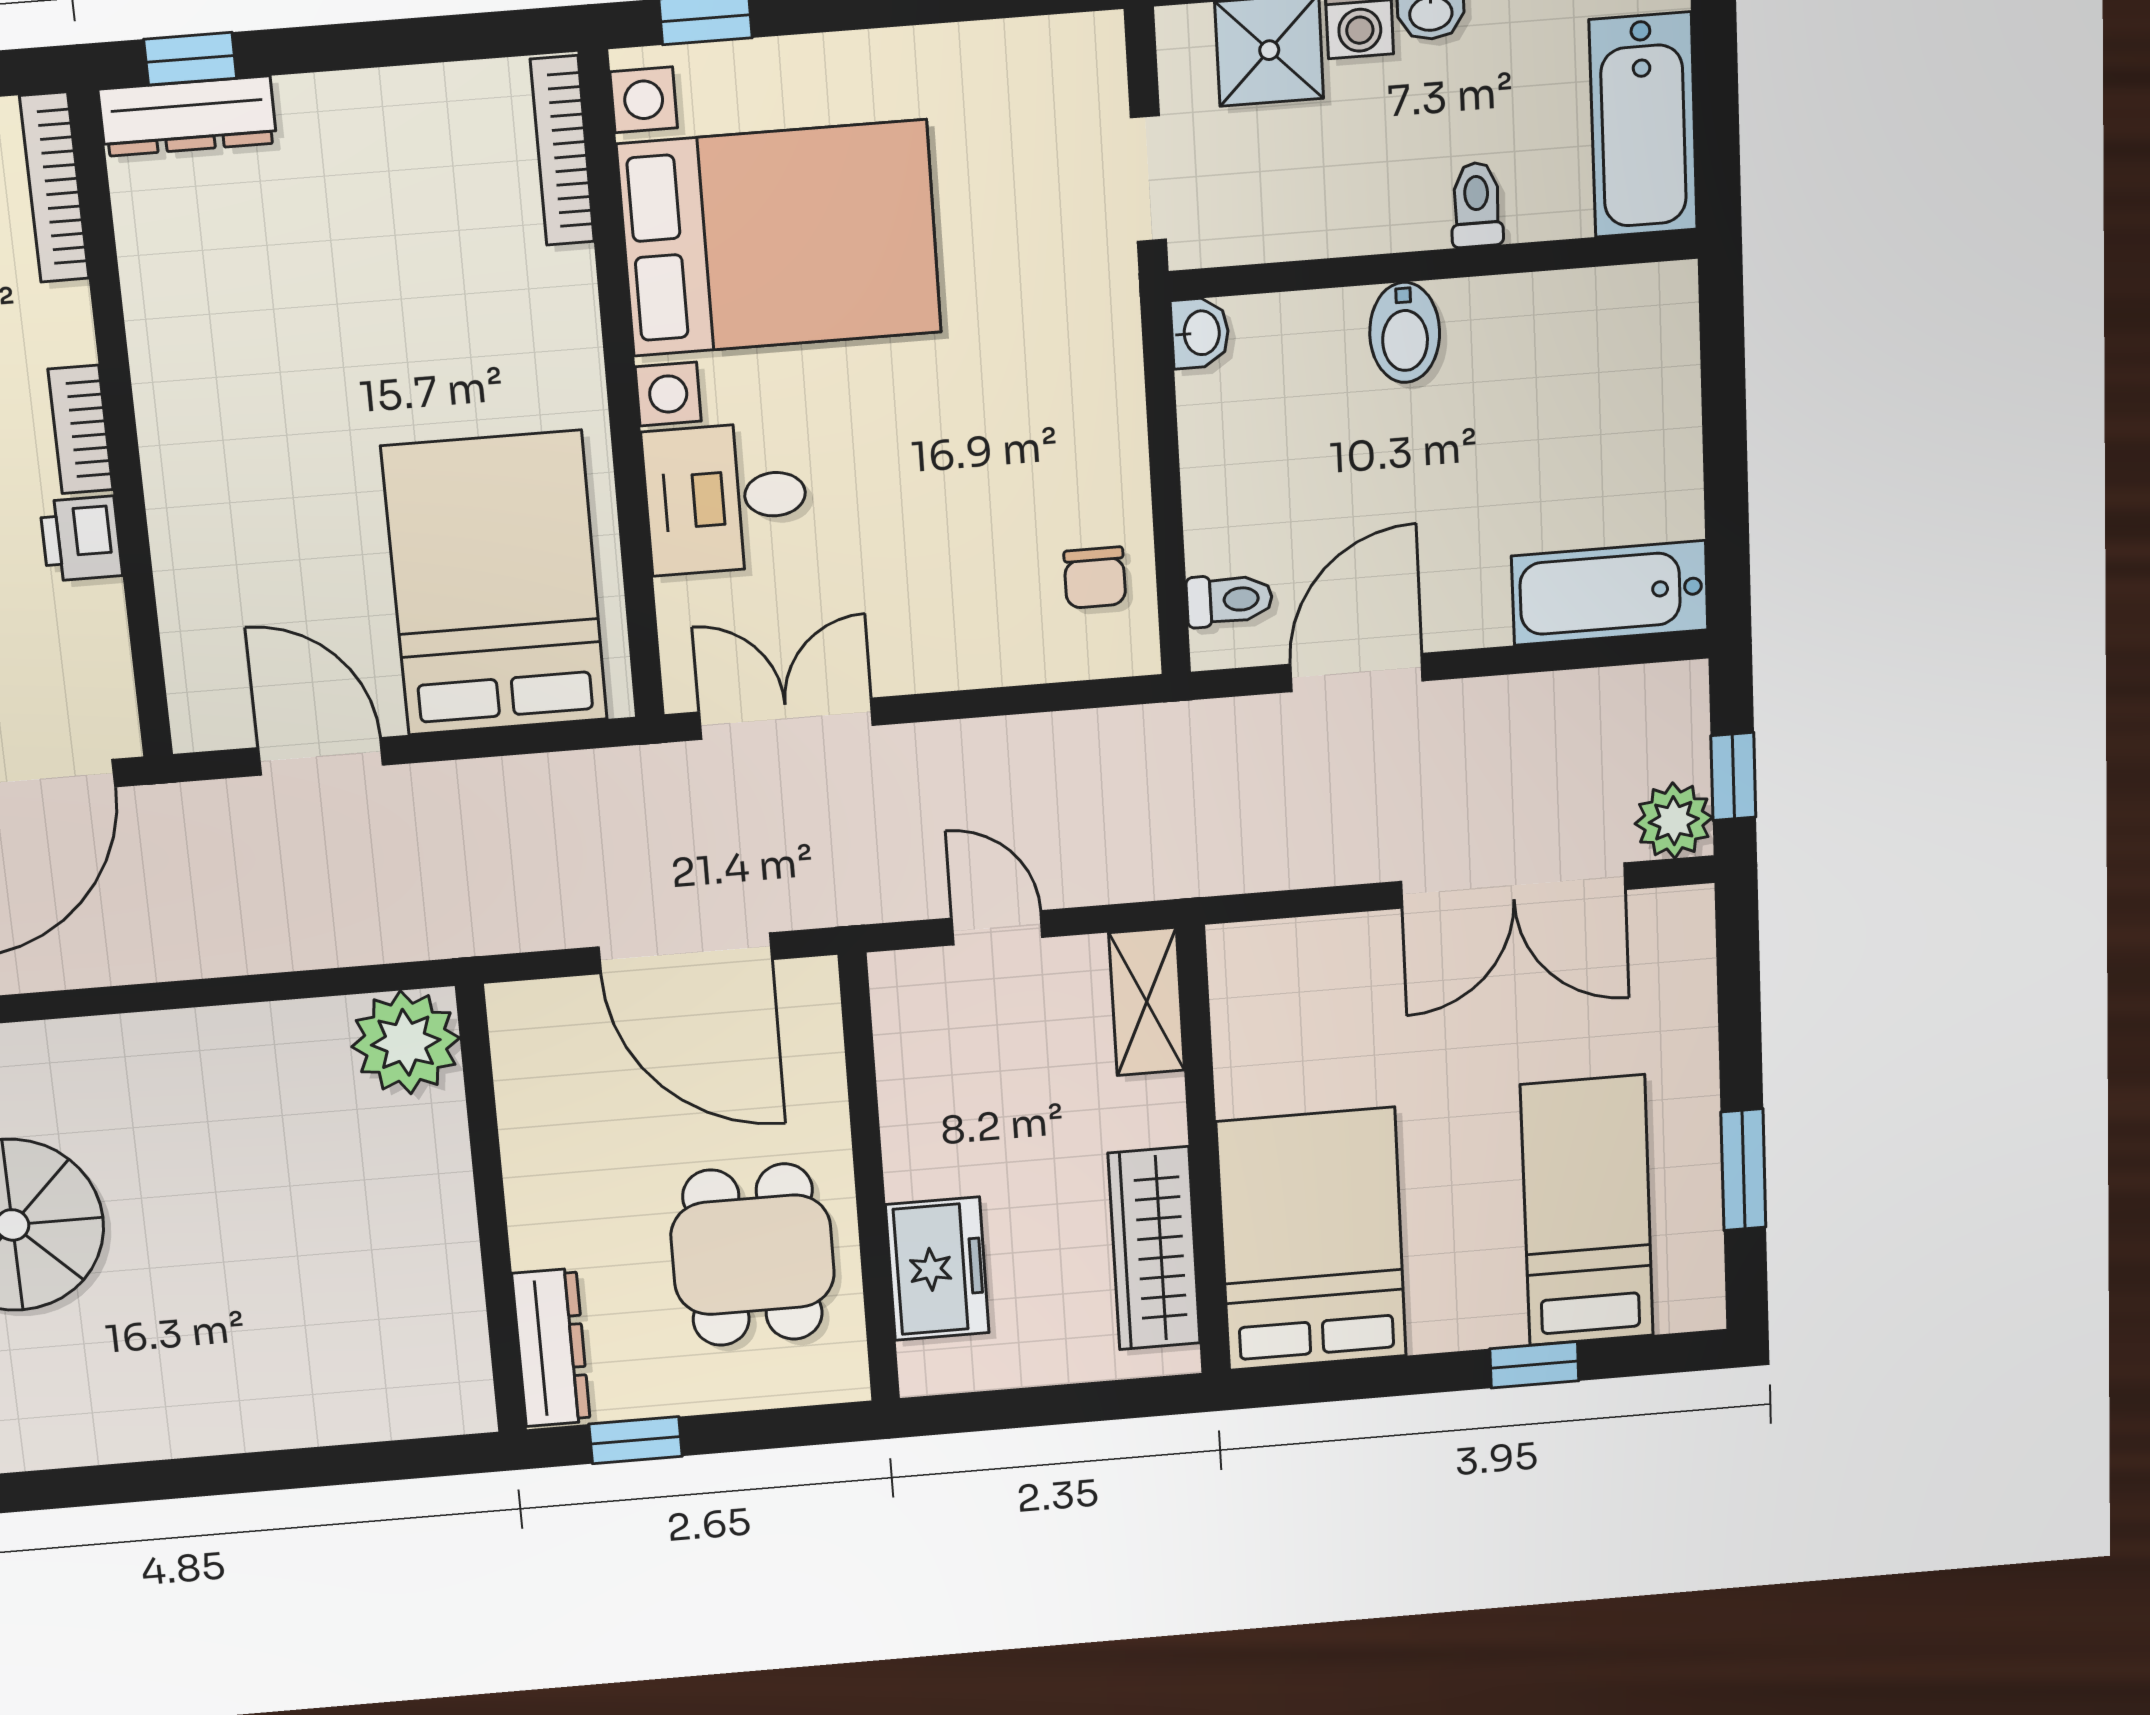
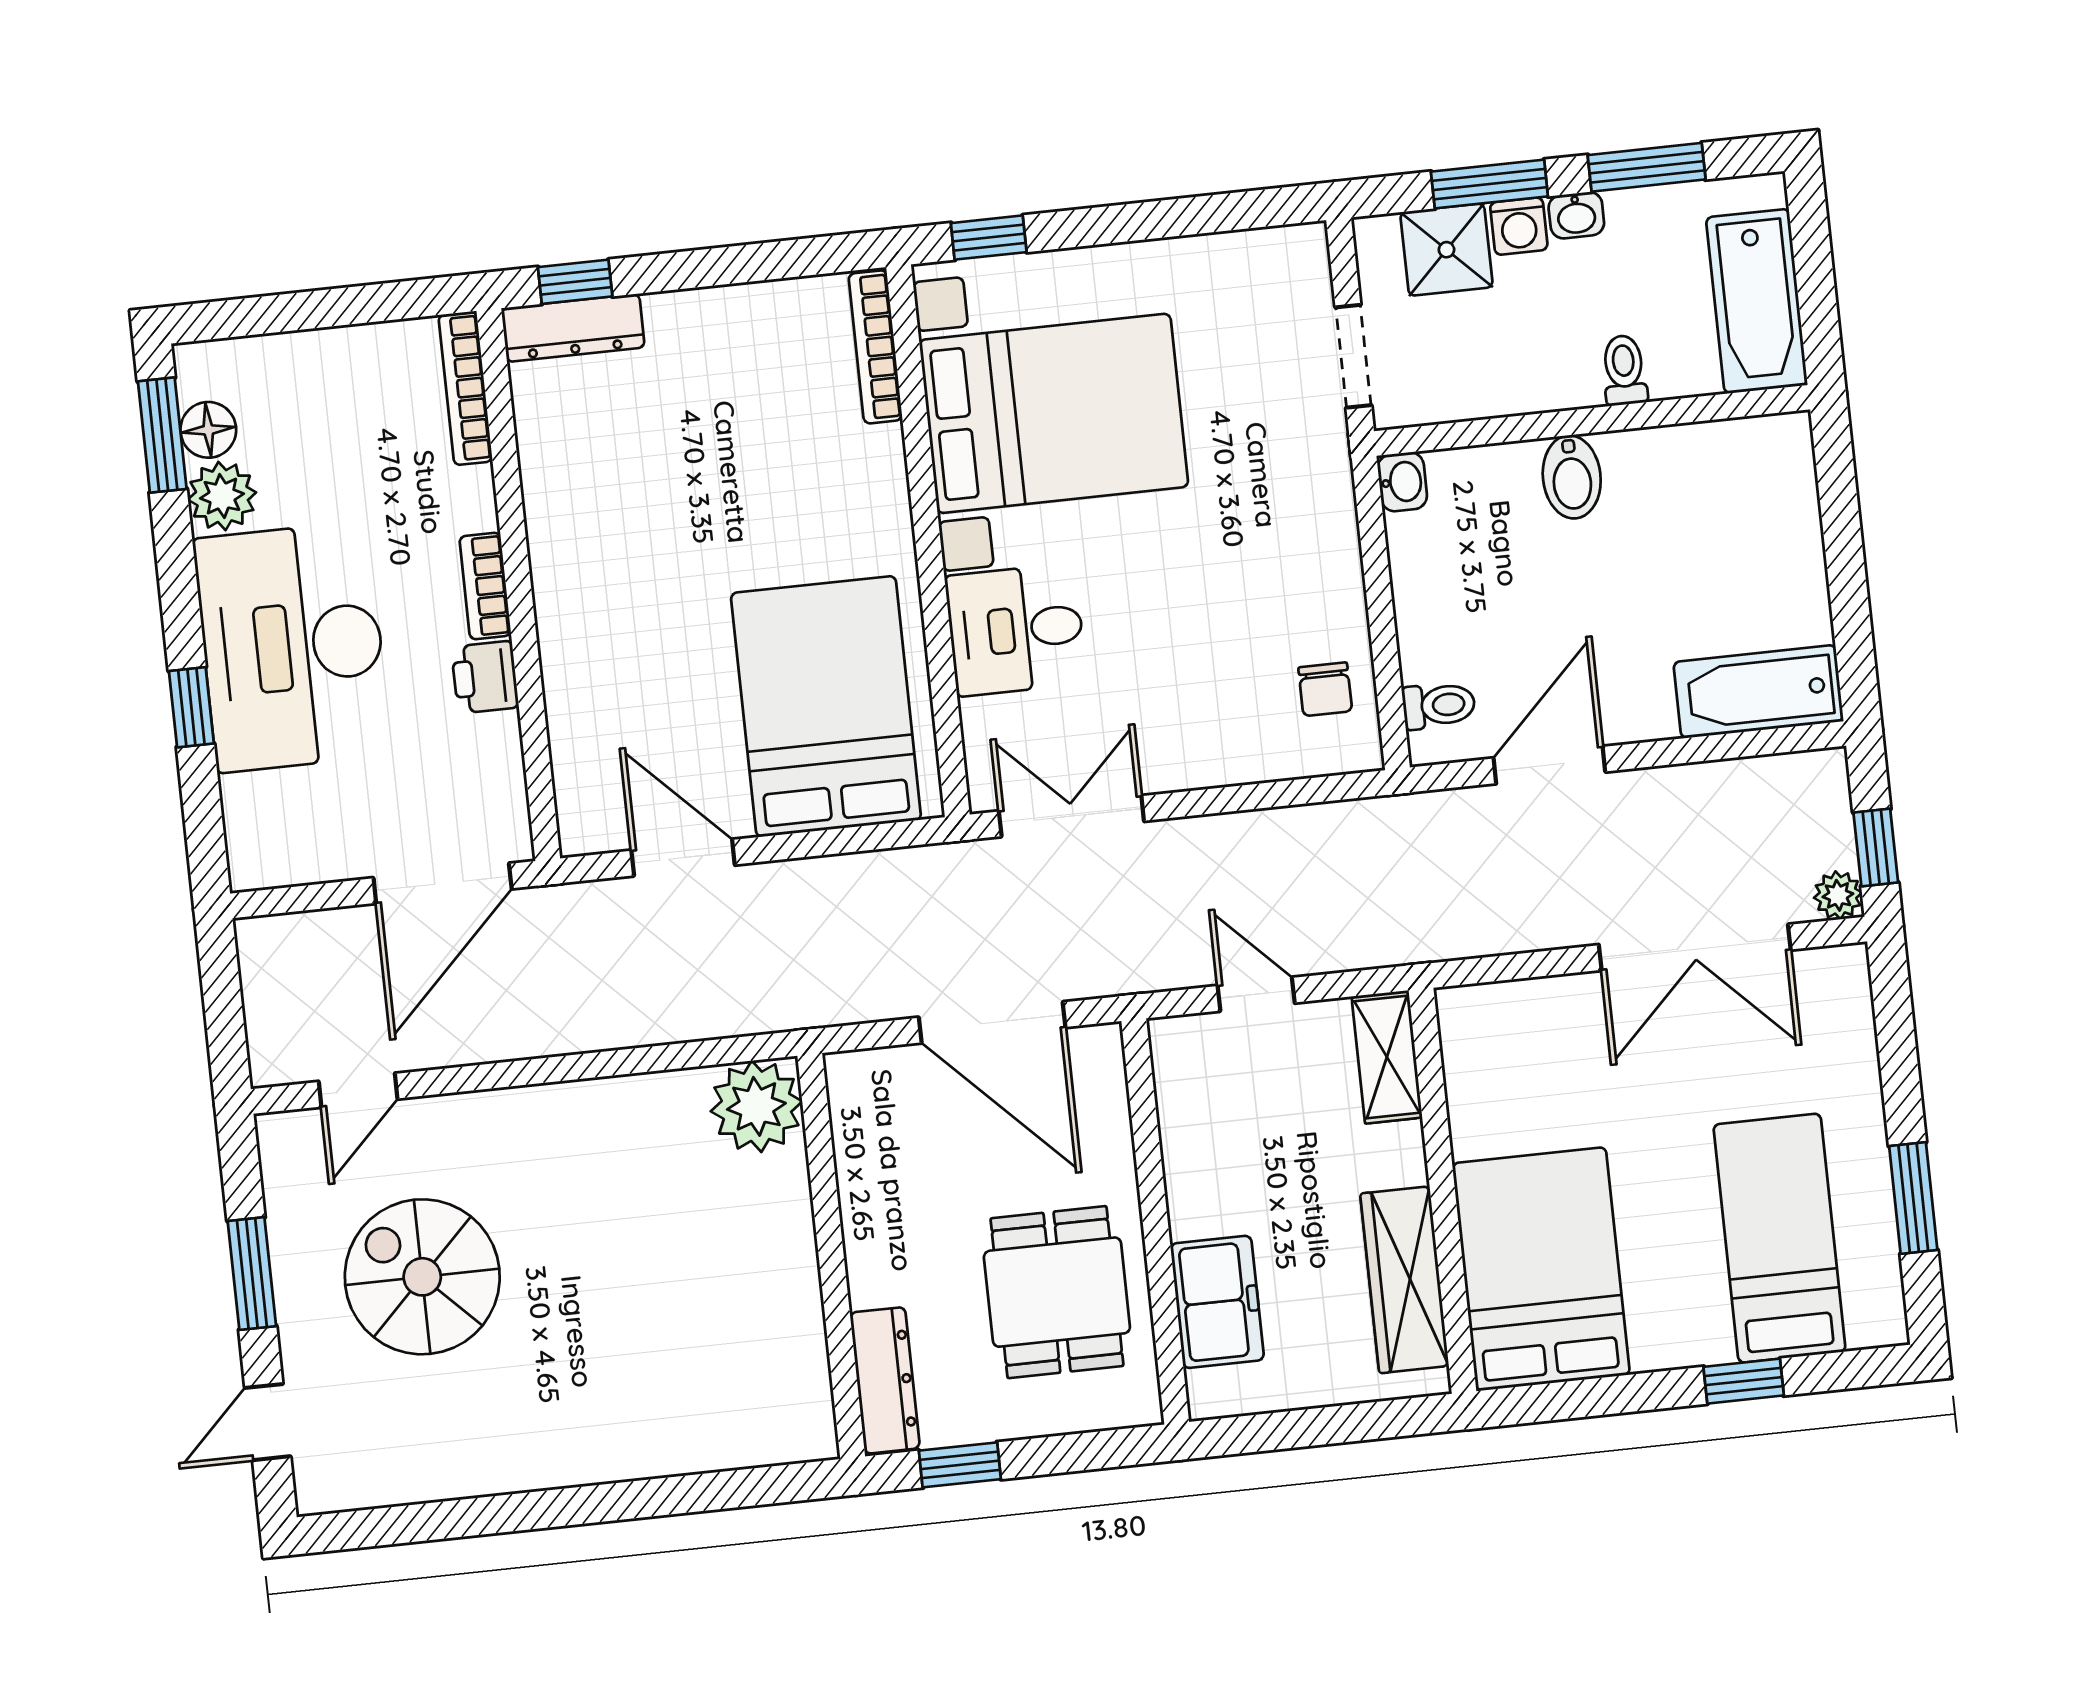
plant: (1674, 821) -> (1838, 895), width x0.73, depth x0.73

